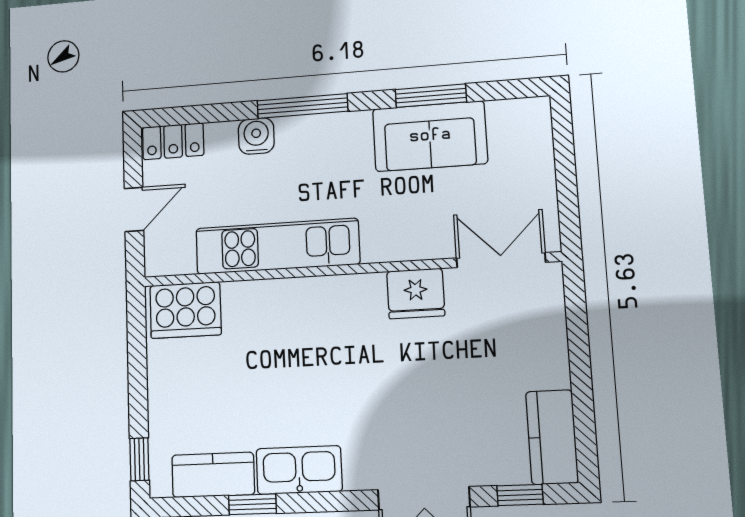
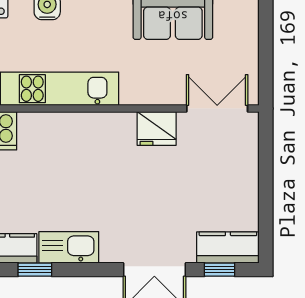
kitchen counter: (552, 437) -> (228, 247), moved, turned 90

